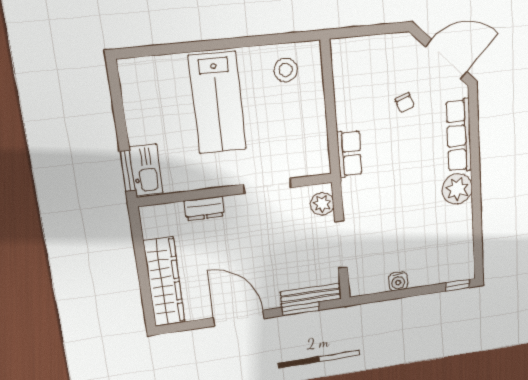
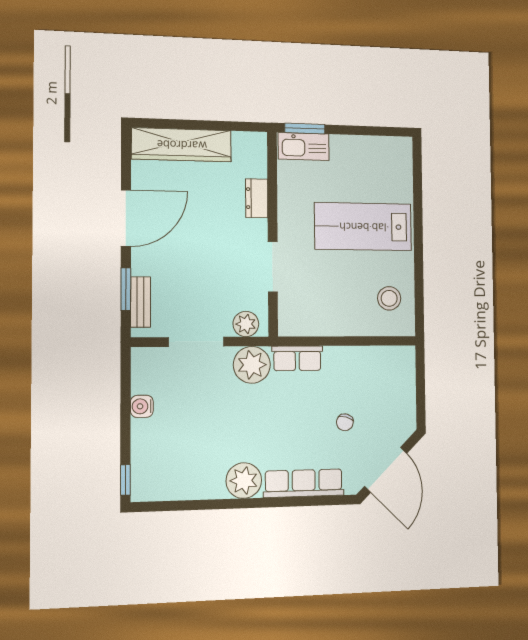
chair: (405, 103) -> (345, 422), turned -54
plant: (358, 194) -> (252, 365), added
bench: (311, 295) -> (141, 302), width x0.73

